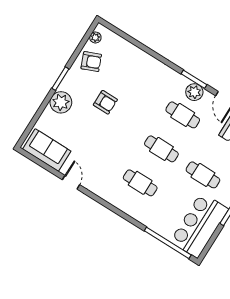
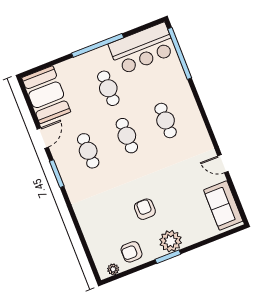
armchair: (91, 62) -> (132, 252), turned -68
plant: (194, 92) -> (64, 163), removed
plant: (61, 102) -> (171, 241), moved
door: (71, 182) -> (223, 164), hinge flipped

